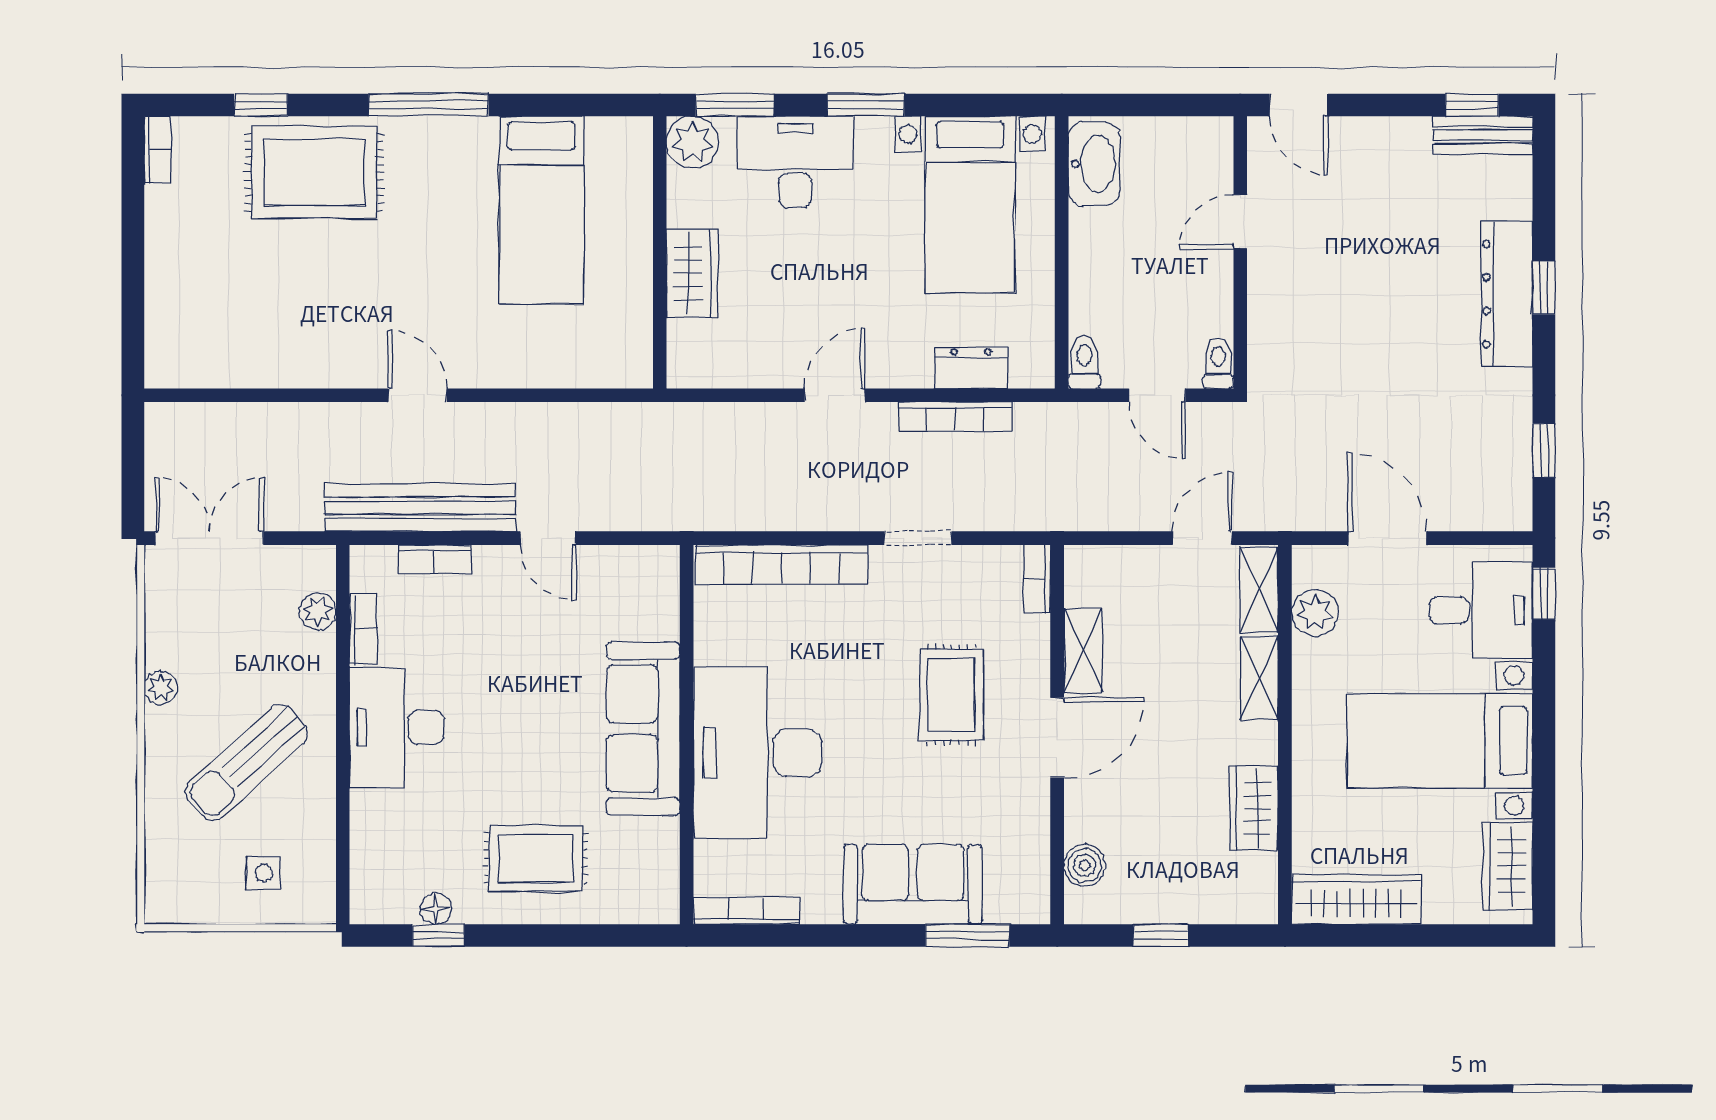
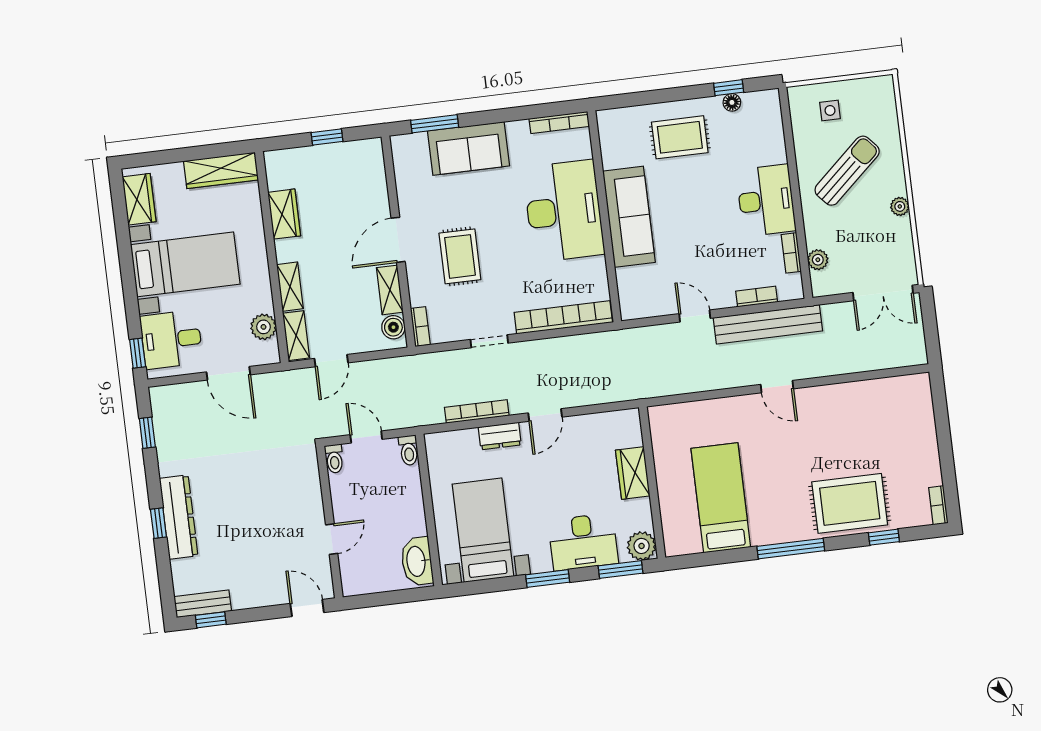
dresser: (971, 368) -> (500, 436), moved
boiler: (1085, 865) -> (393, 327), moved

